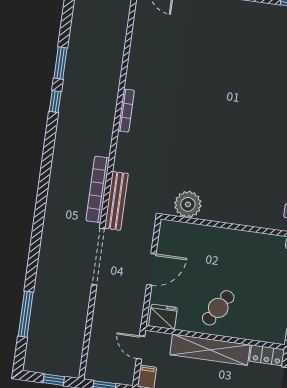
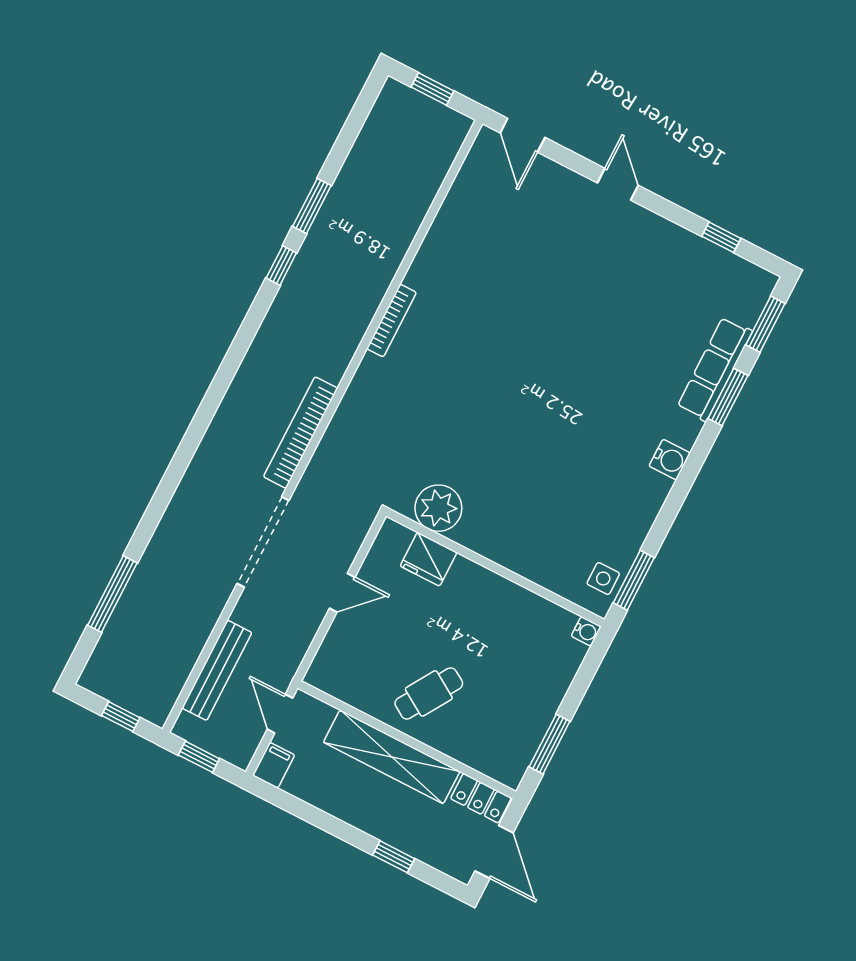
bench: (116, 201) -> (217, 670), moved
door: (151, 269) -> (342, 593), width x0.73
fridge: (163, 317) -> (429, 559), moved, turned 180

